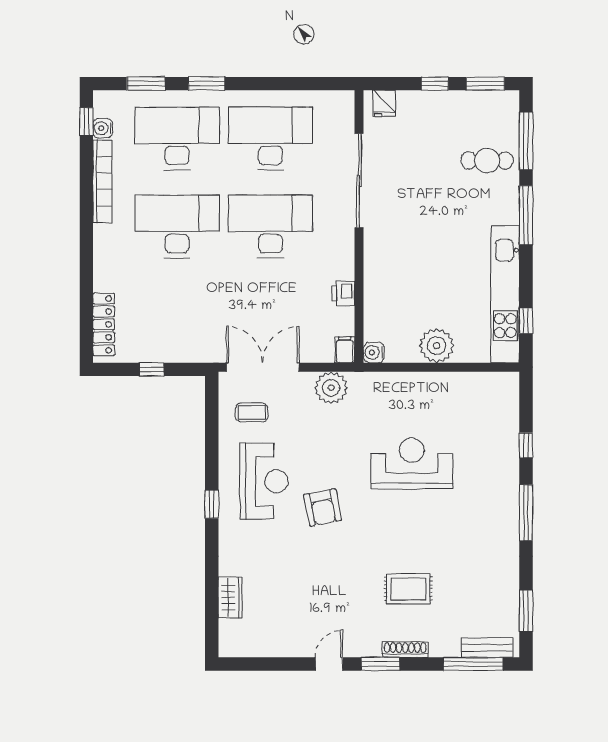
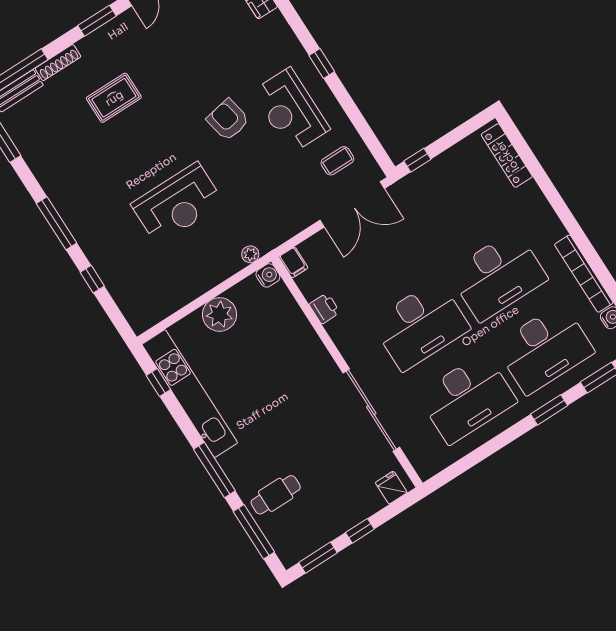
window: (151, 369) -> (417, 160), moved
plant: (331, 388) -> (250, 254), moved, width x0.53, depth x0.53
shoe rack: (405, 649) -> (58, 63), moved

